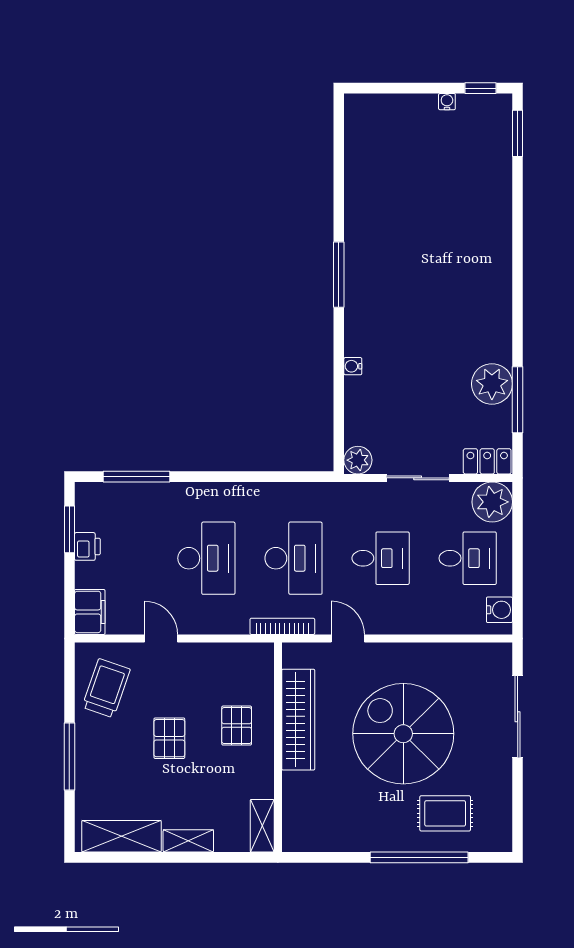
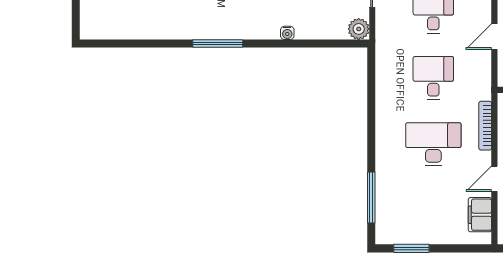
printer: (87, 546) -> (424, 235), removed
desk: (293, 558) -> (433, 78), width x0.73
filing cabinet: (90, 612) -> (480, 215), moved, turned -90
bookcase: (282, 626) -> (485, 126), moved

